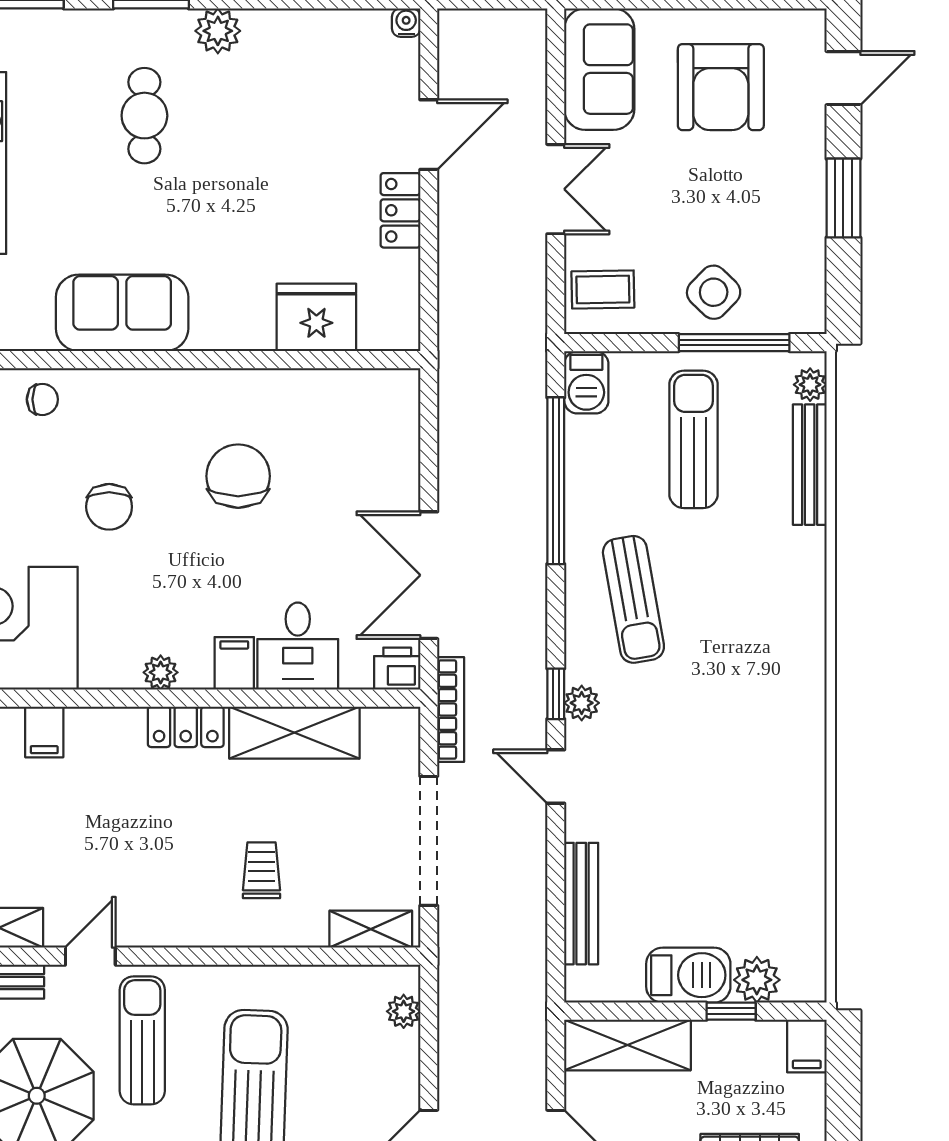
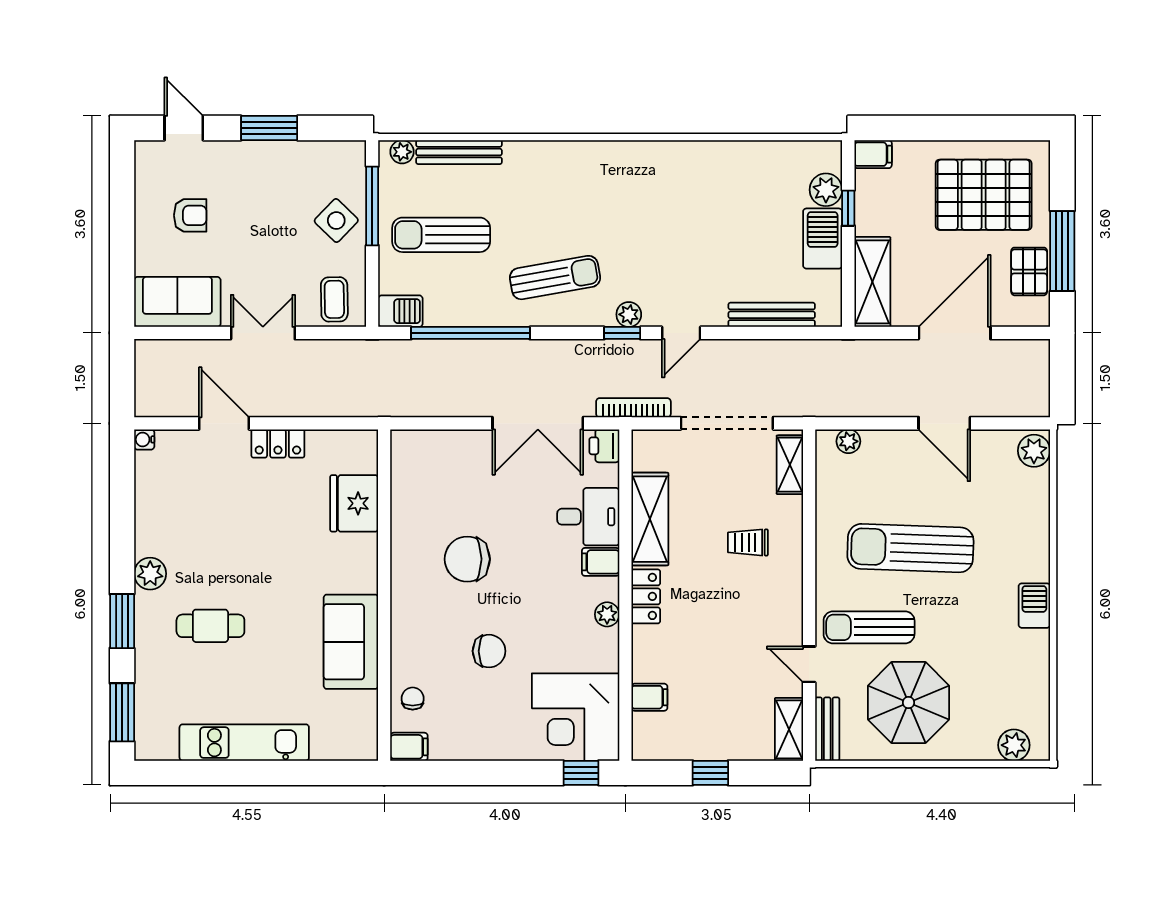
armchair: (721, 87) -> (190, 215), width x0.53, depth x0.53

